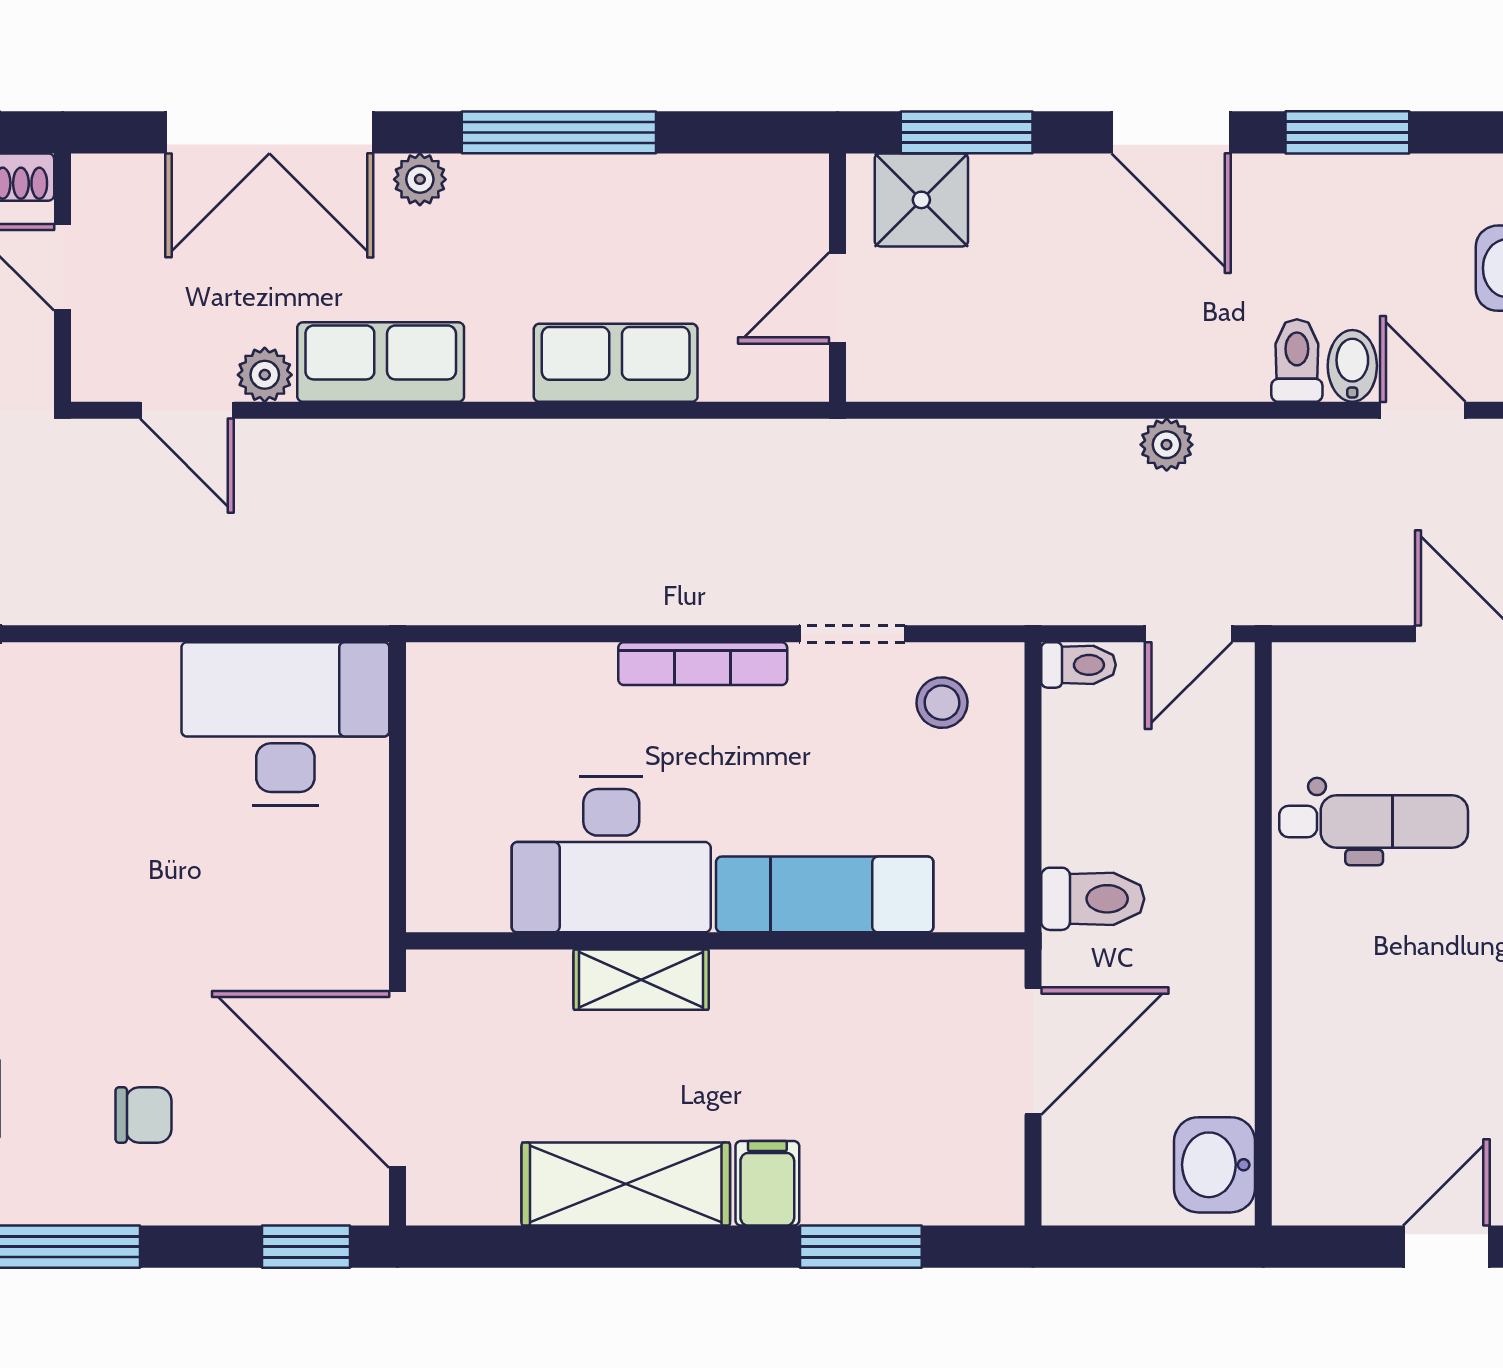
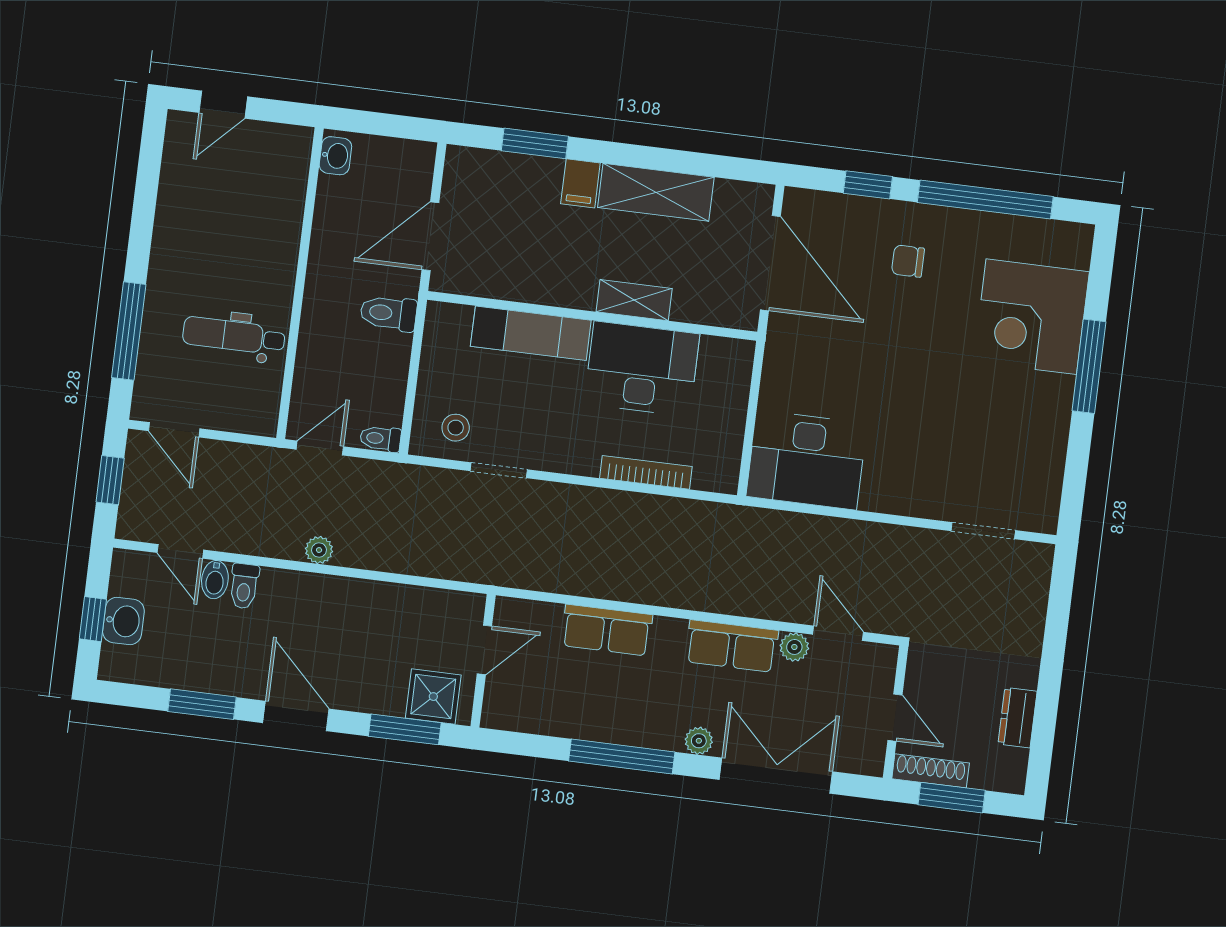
bookcase: (703, 664) -> (646, 472), moved
washbasin: (1215, 1165) -> (335, 156), width x0.72, depth x0.69
window: (306, 1247) -> (868, 185), moved

